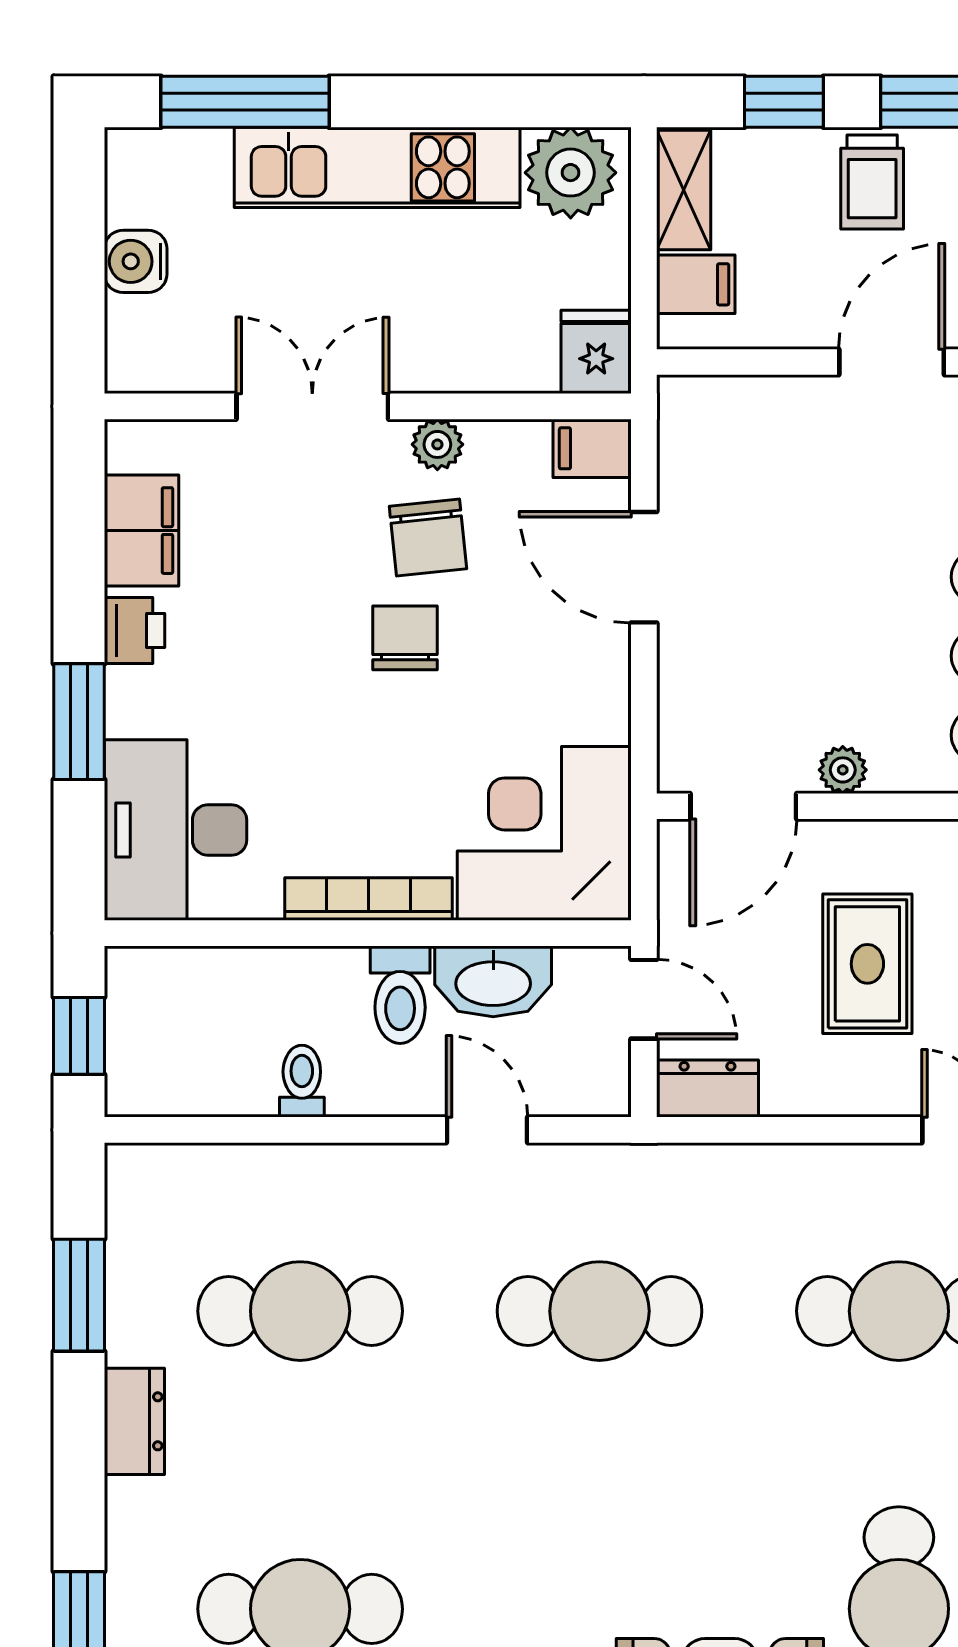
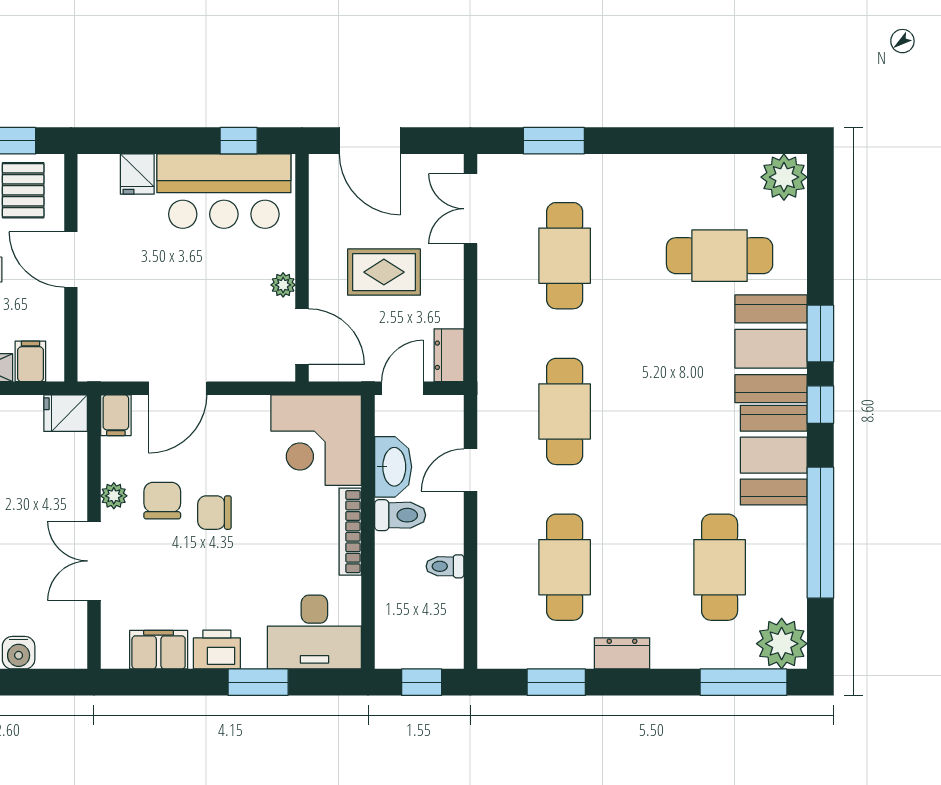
chair: (428, 538) -> (162, 501), turned -84
printer: (134, 631) -> (217, 650), width x1.36, depth x1.24

